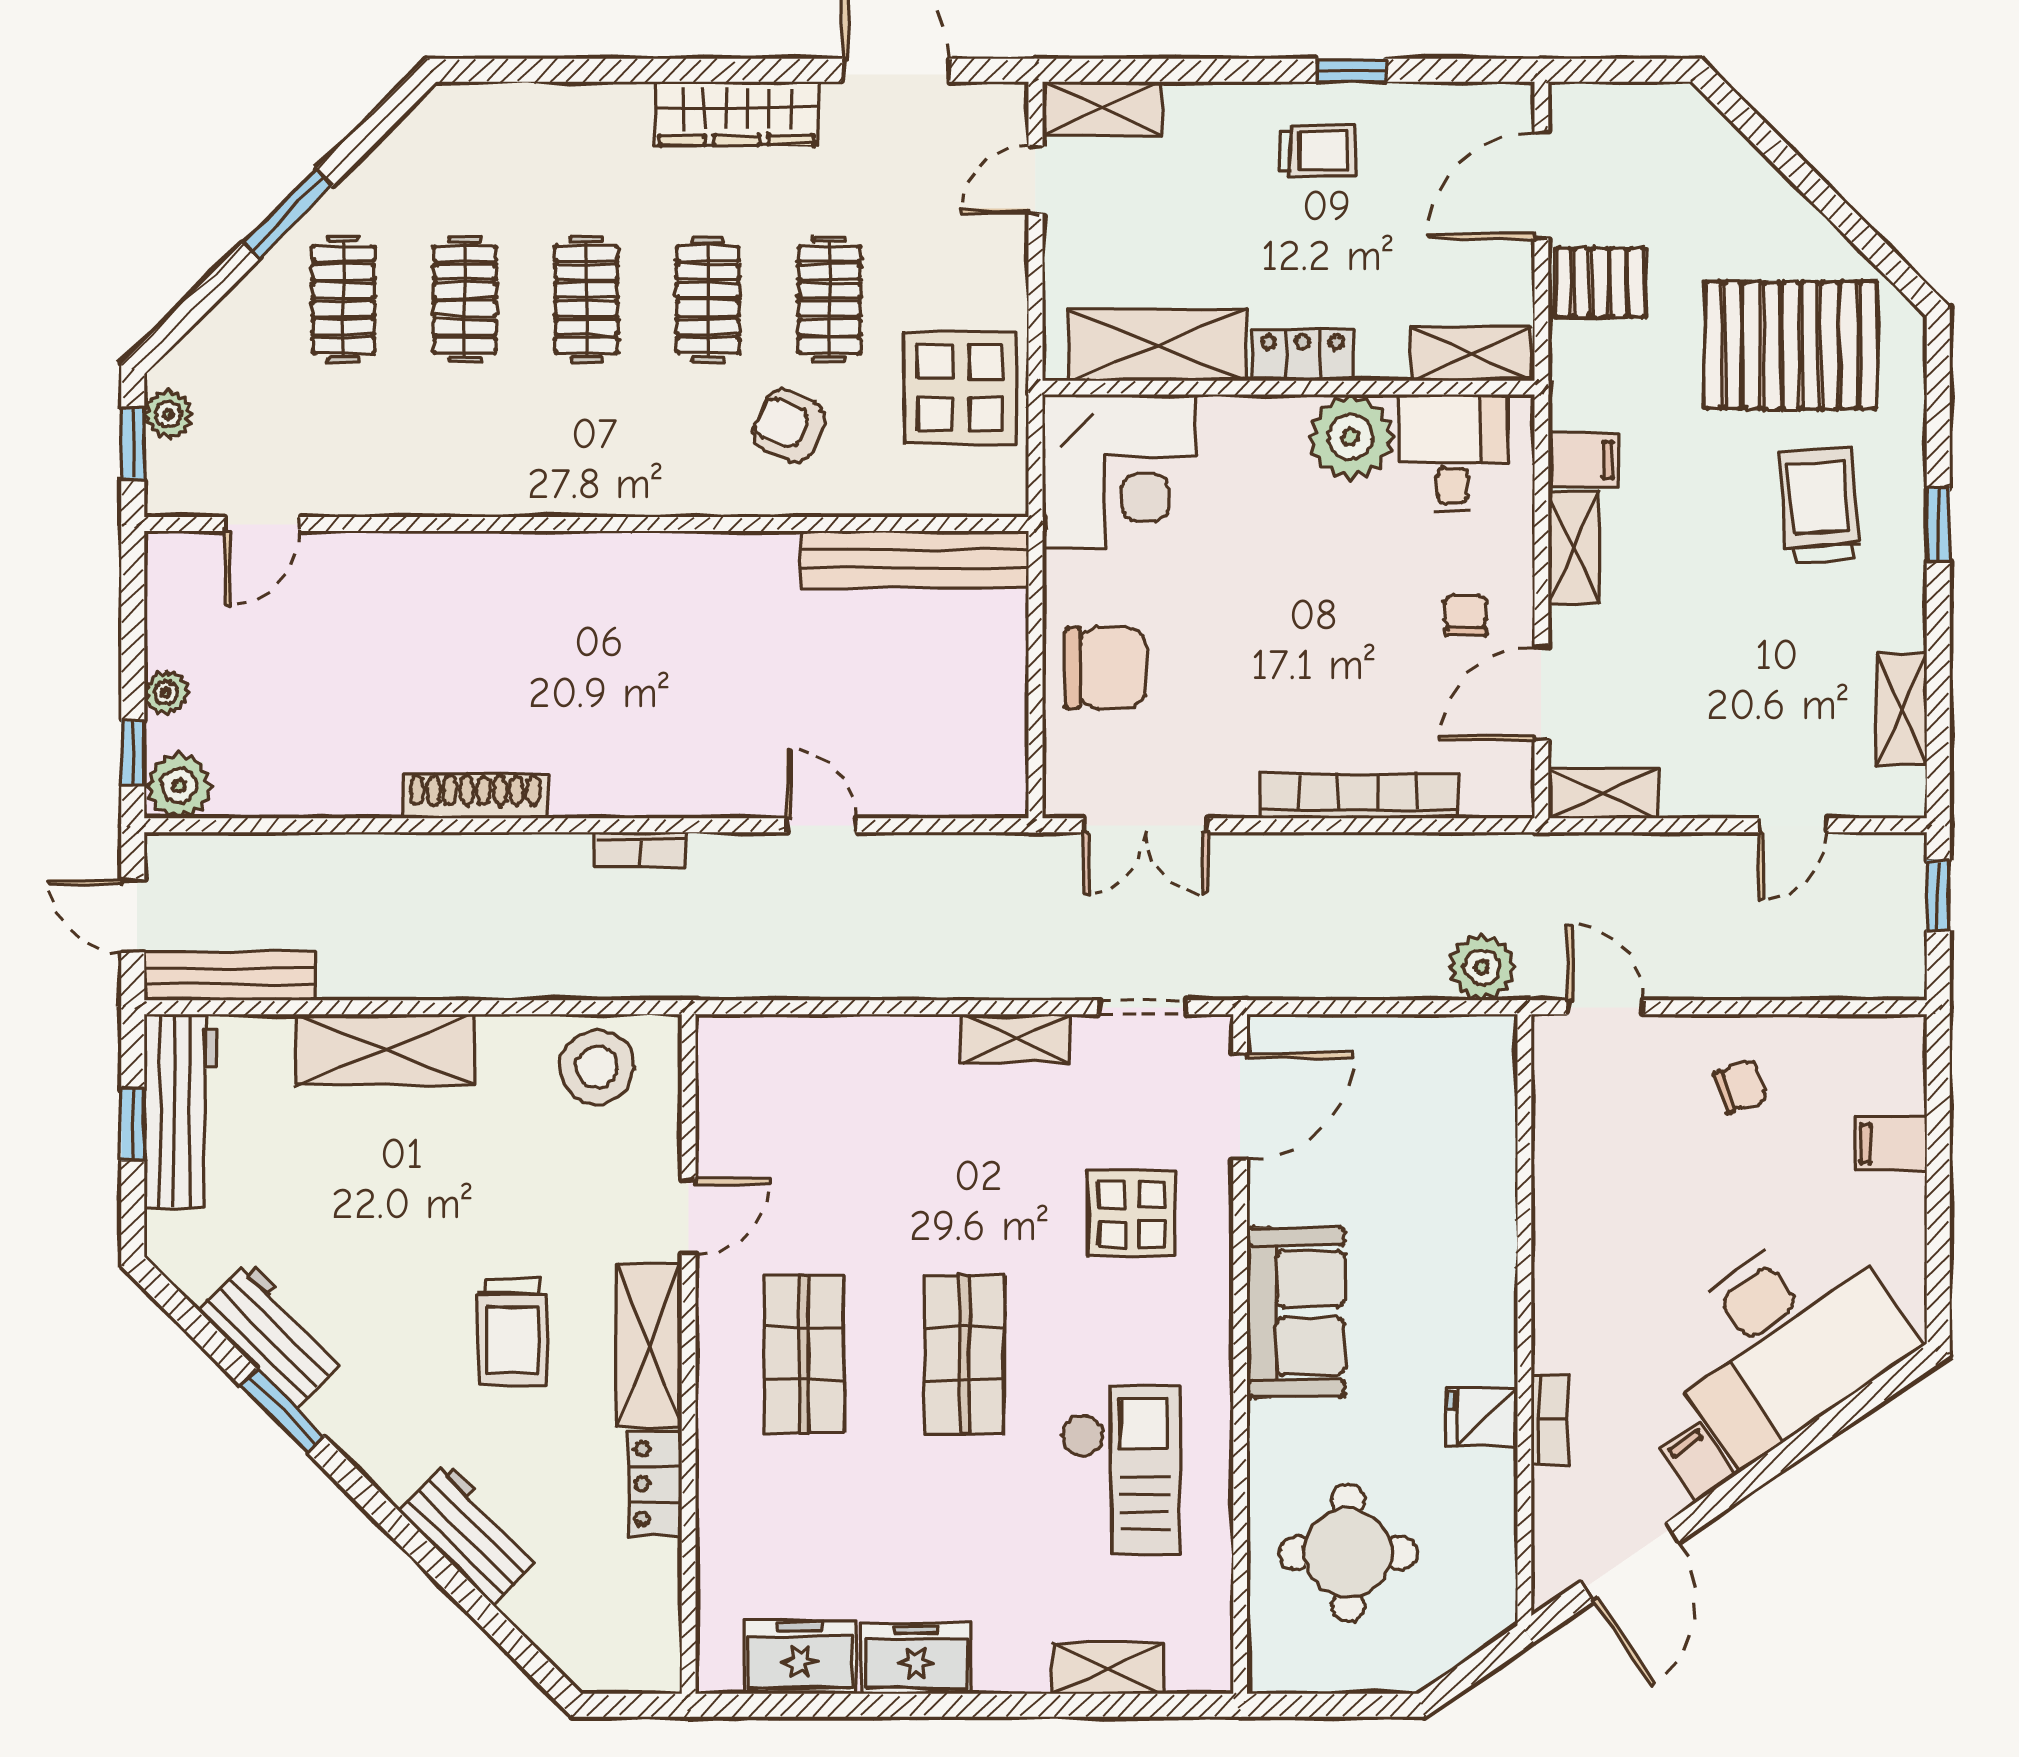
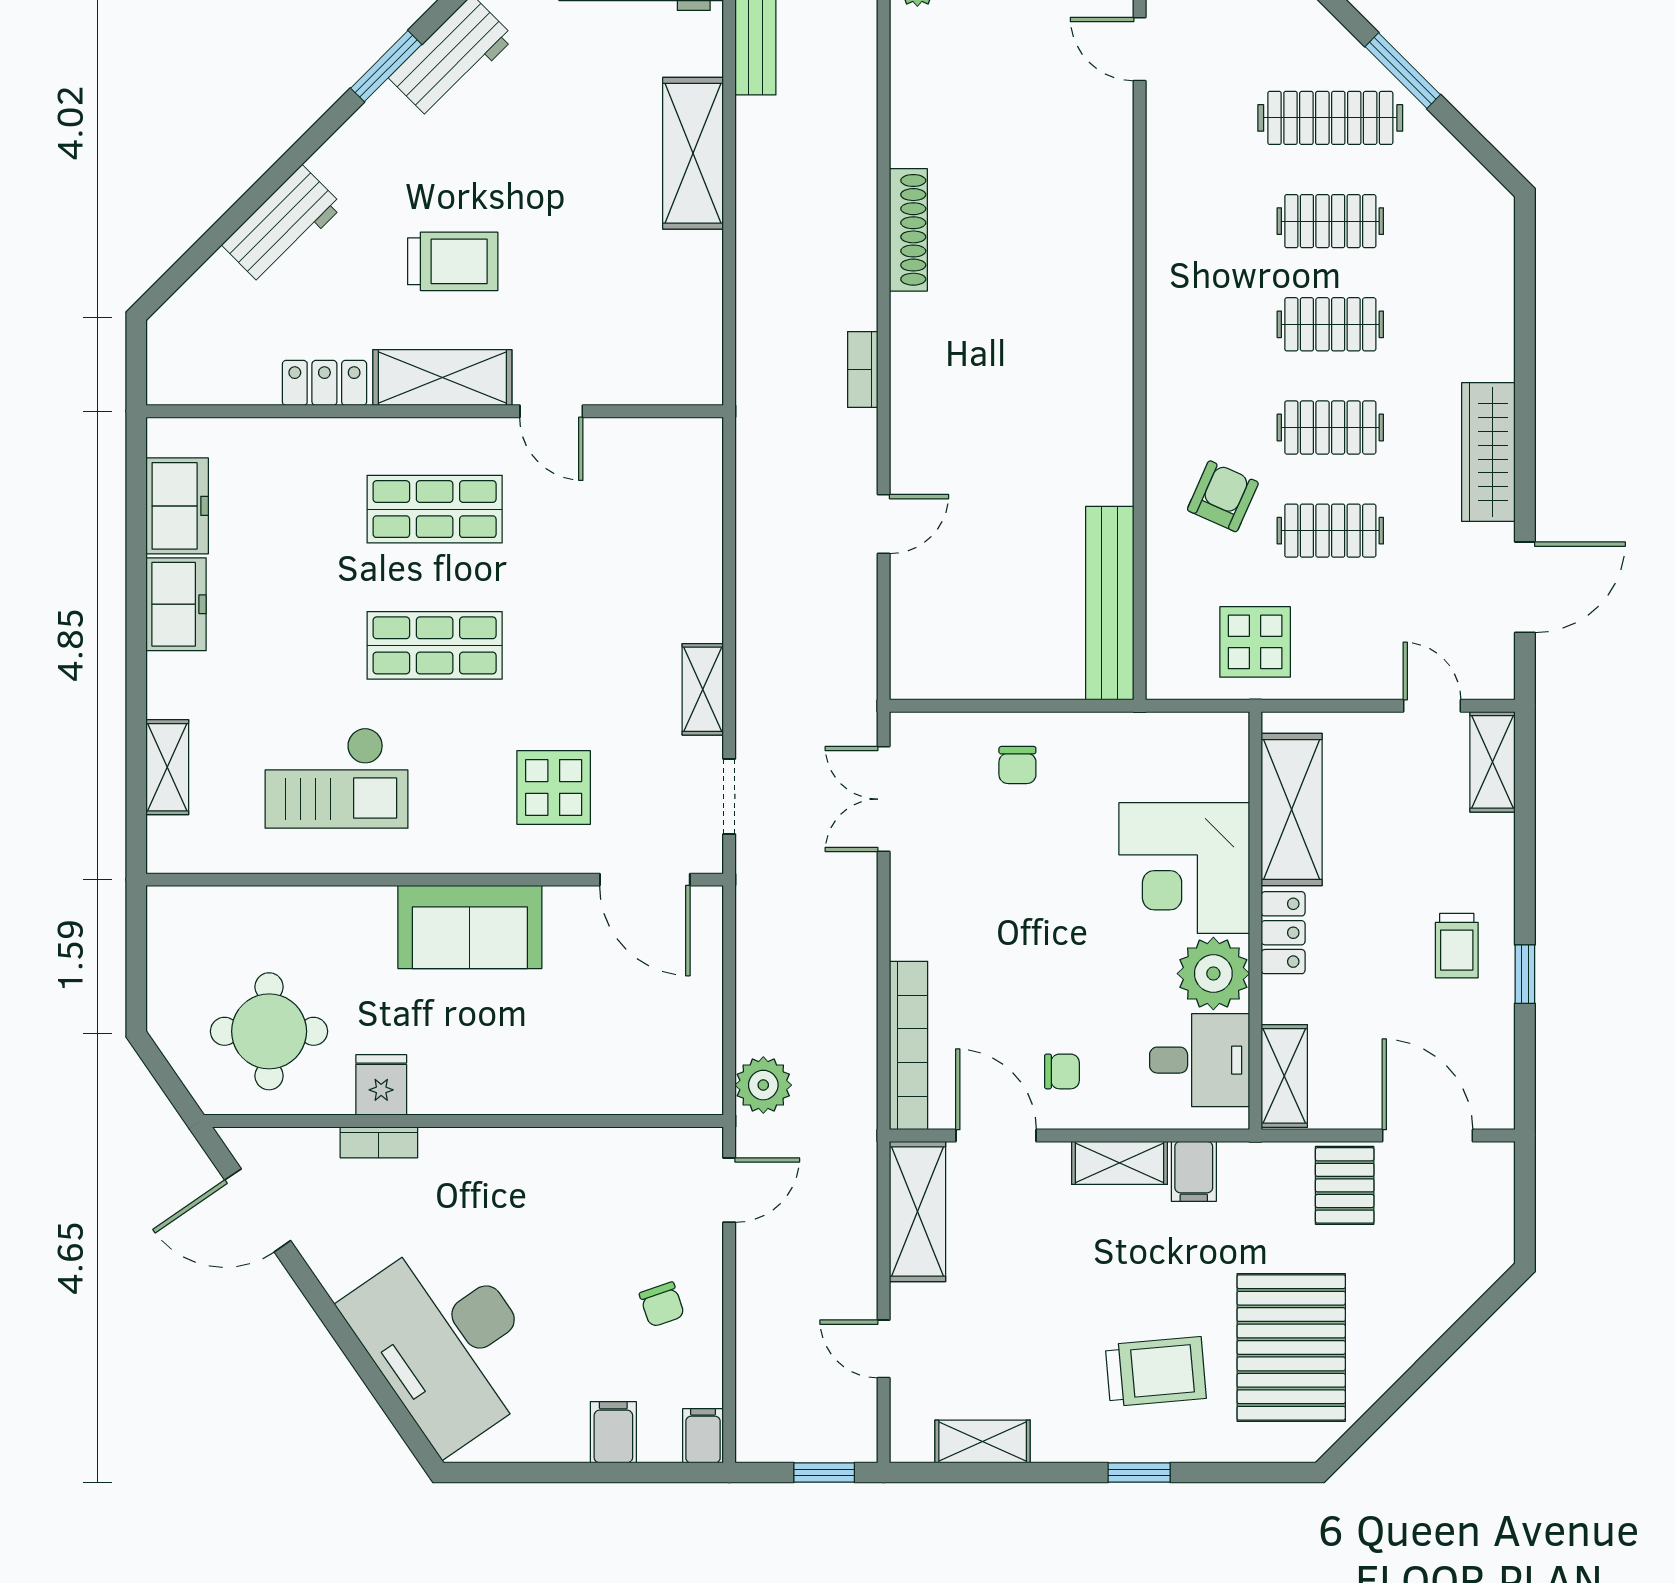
clothes rail: (343, 299) -> (1330, 118), width x1.36
display table: (960, 388) -> (1255, 642), width x0.73, depth x0.73
corner desk: (1119, 471) -> (1184, 868), moved
chair: (1105, 668) -> (1017, 765), width x0.54, depth x0.54
shelving: (1603, 794) -> (918, 1211), width x1.50, depth x1.33
bookcase: (1358, 796) -> (909, 1046), moved
stool: (597, 1067) -> (679, 333), removed
trolley: (512, 1333) -> (453, 261), turned 180
filing cabinet: (1698, 1462) -> (703, 1436), moved, turned -55
round table: (1348, 1553) -> (269, 1031), moved

